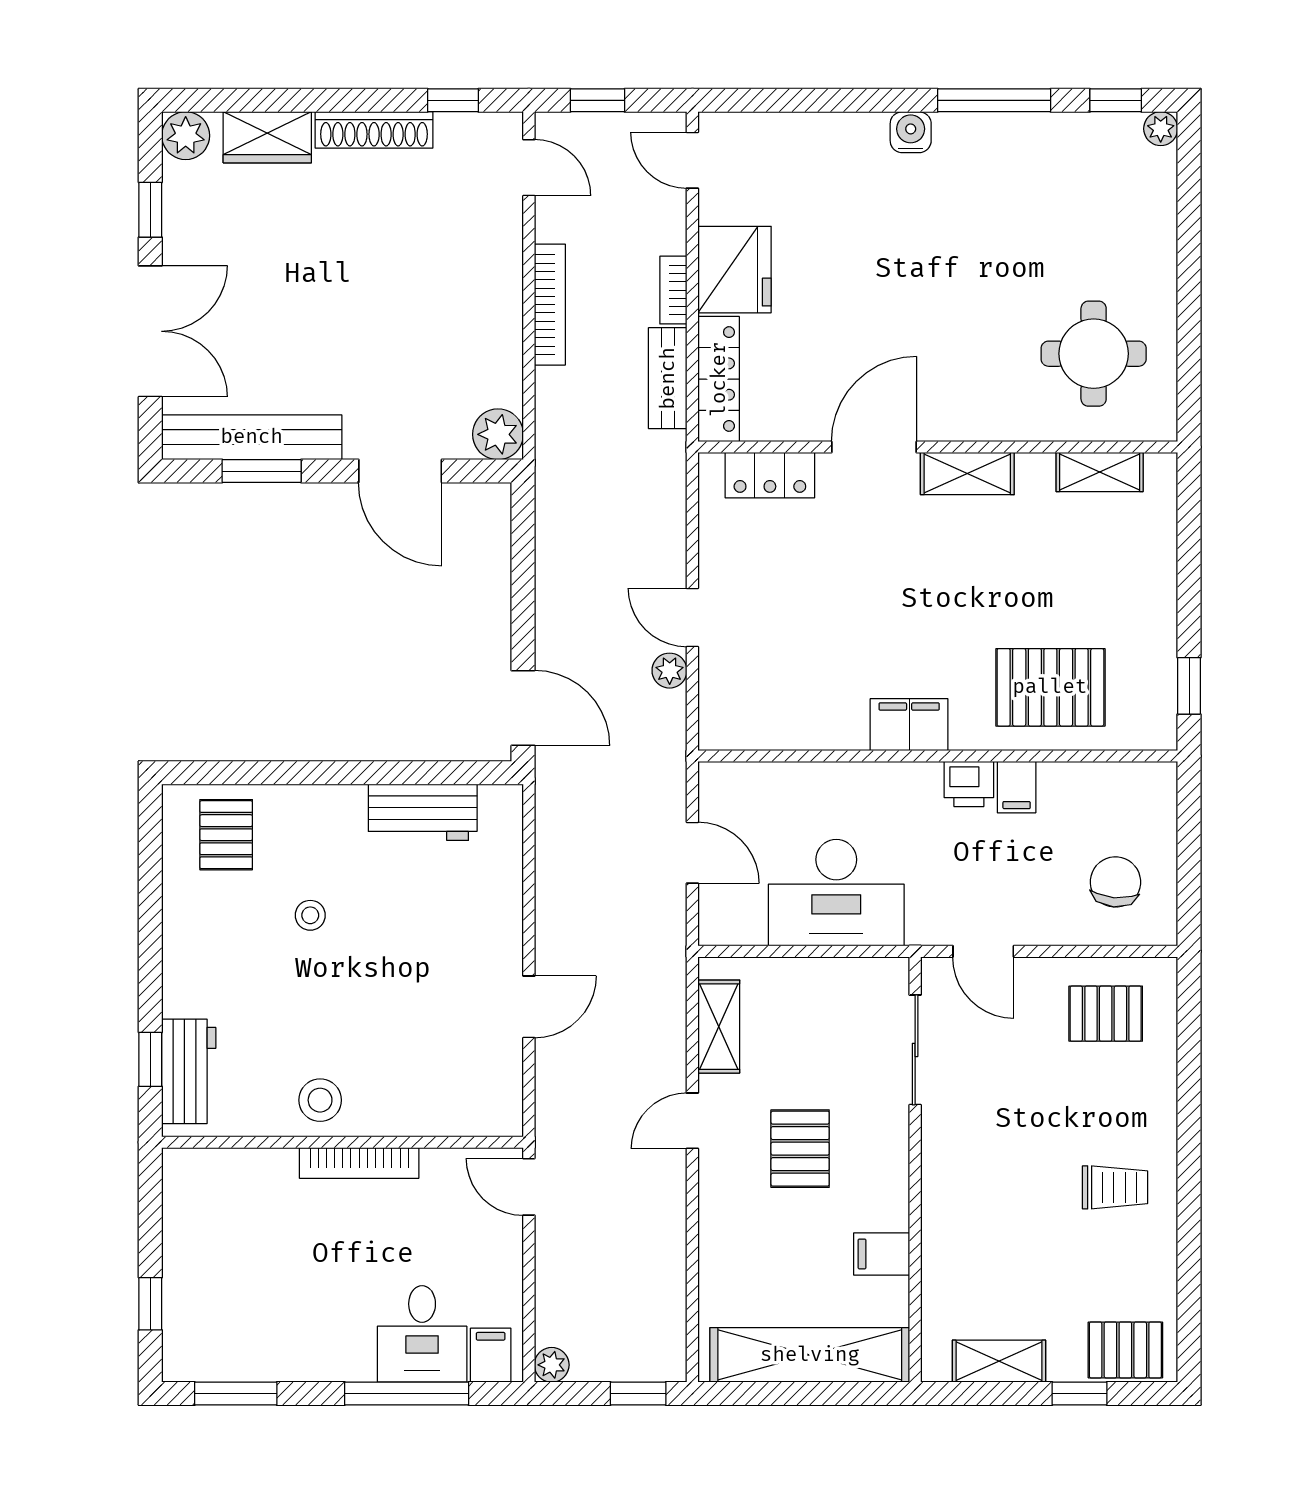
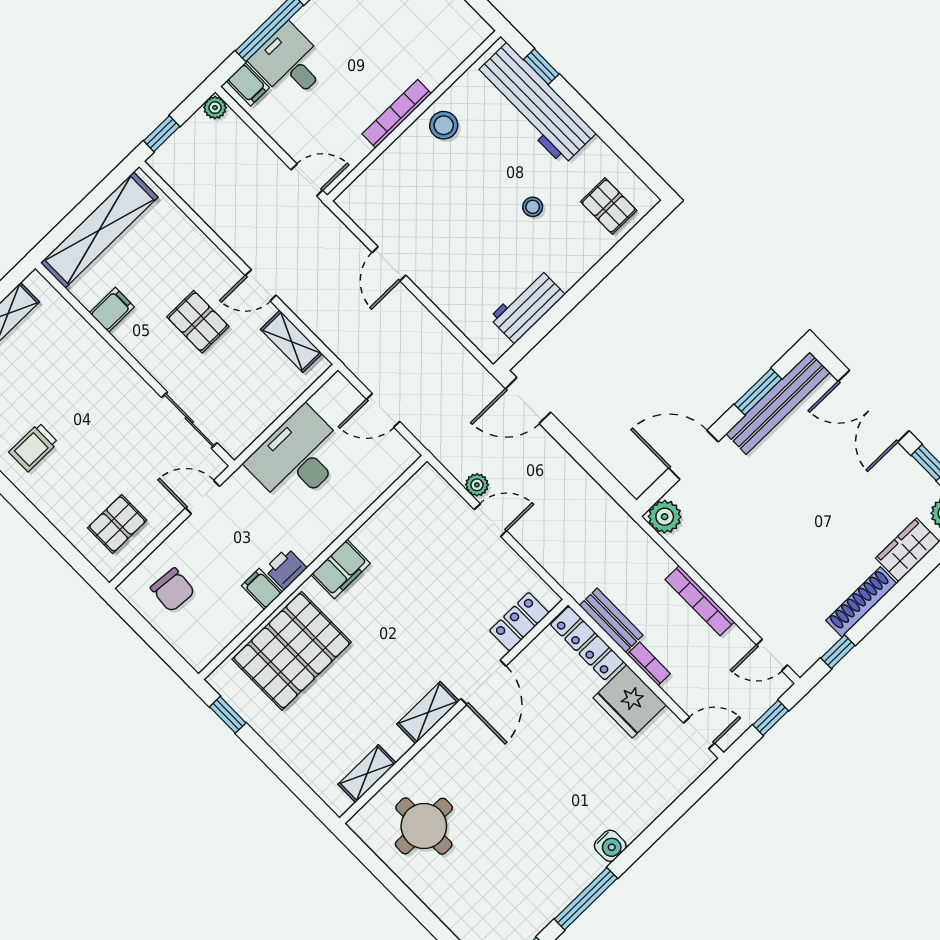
pallet: (1050, 687) -> (292, 651), width x1.37, depth x1.41
workbench: (189, 1071) -> (535, 104), width x1.88, depth x1.32
door: (692, 1121) -> (261, 285), swing flipped

